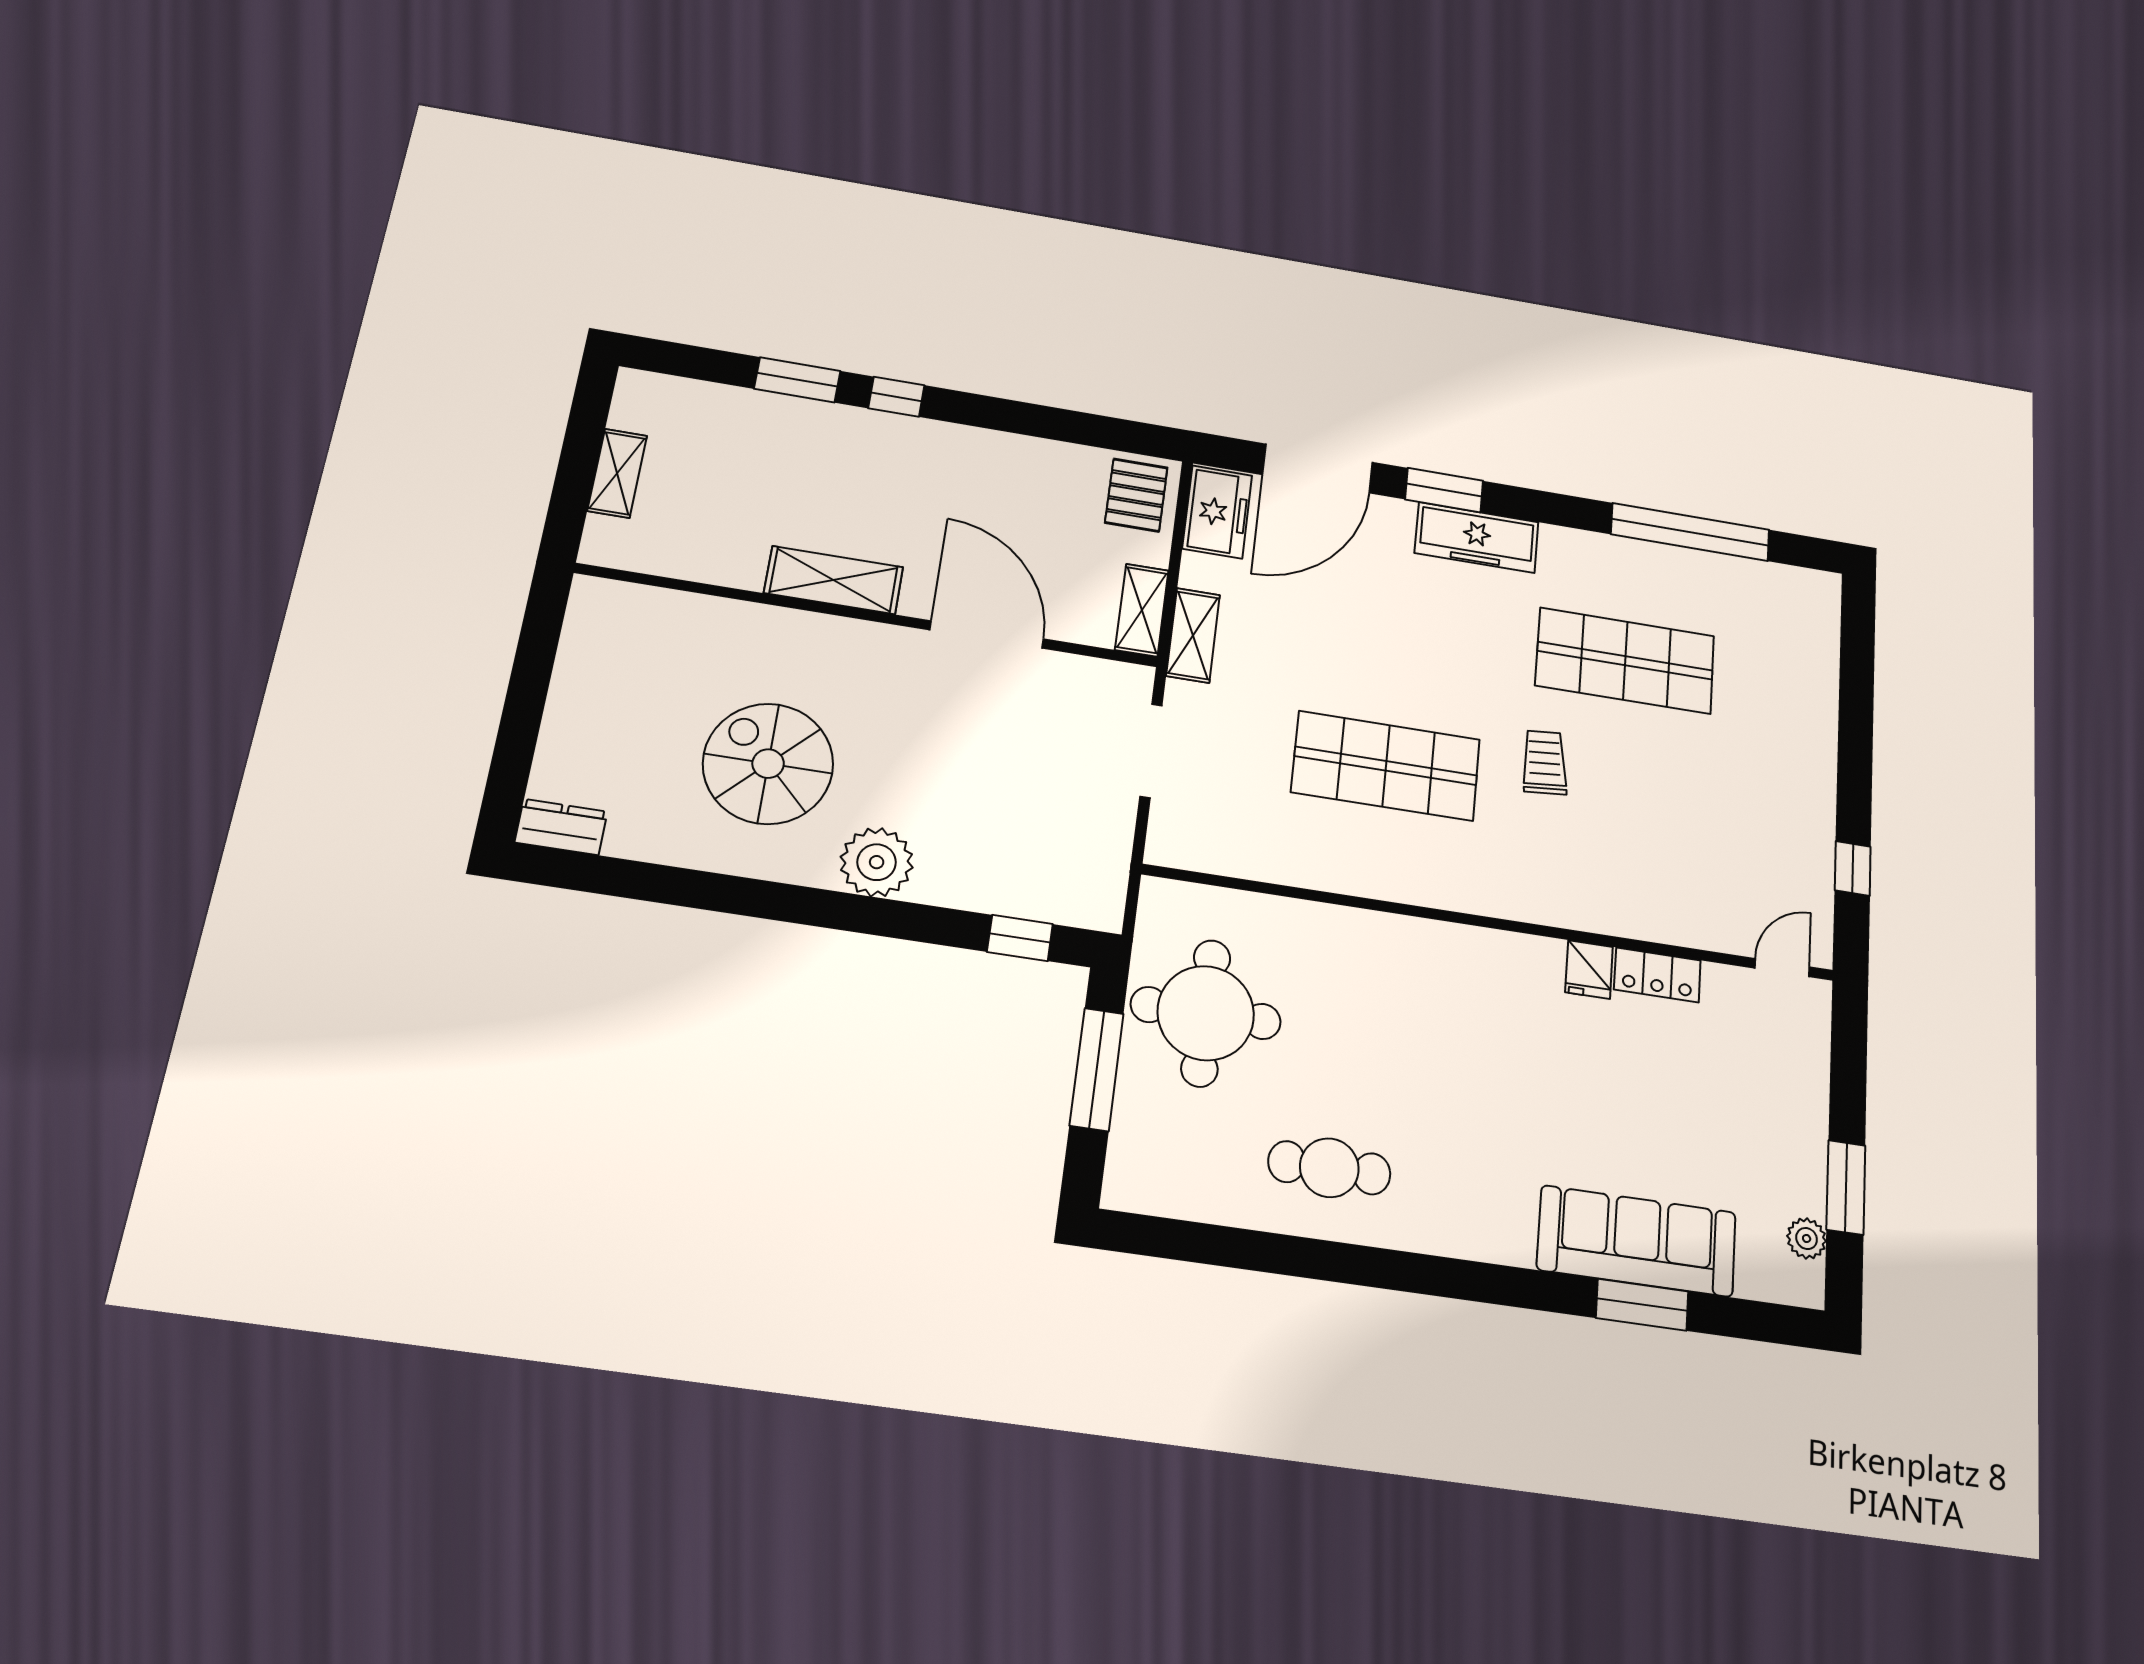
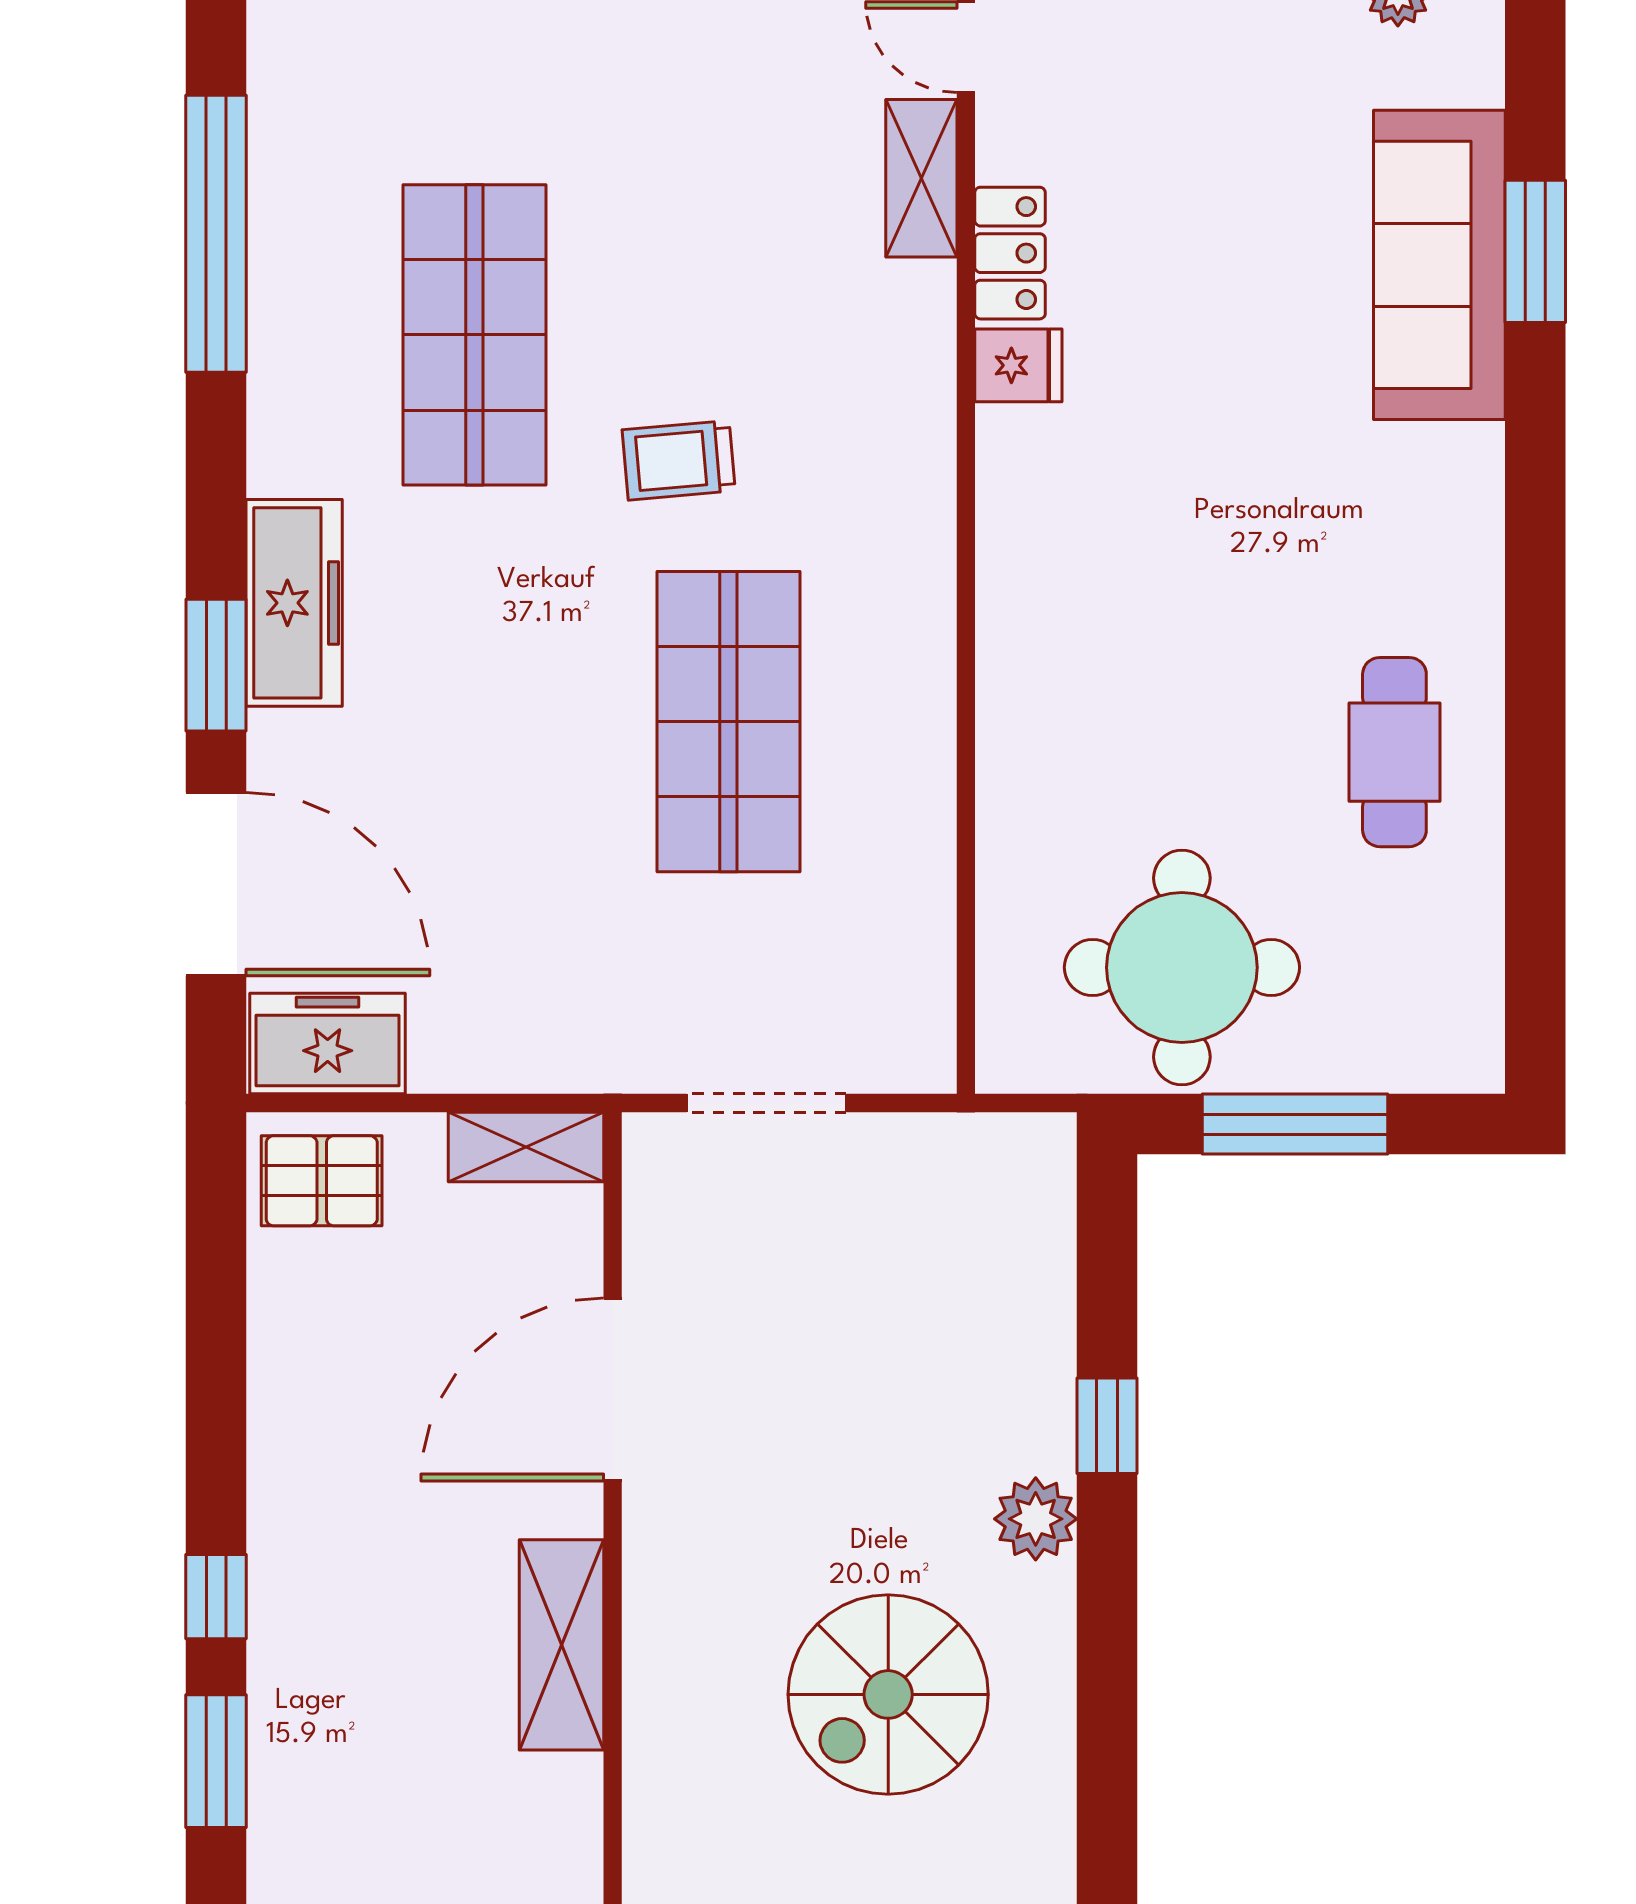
shelving: (1193, 635) -> (921, 178), moved, turned 90
plant: (877, 862) -> (1036, 1519), width x0.73, depth x0.73
window: (1020, 938) -> (1107, 1426), moved

